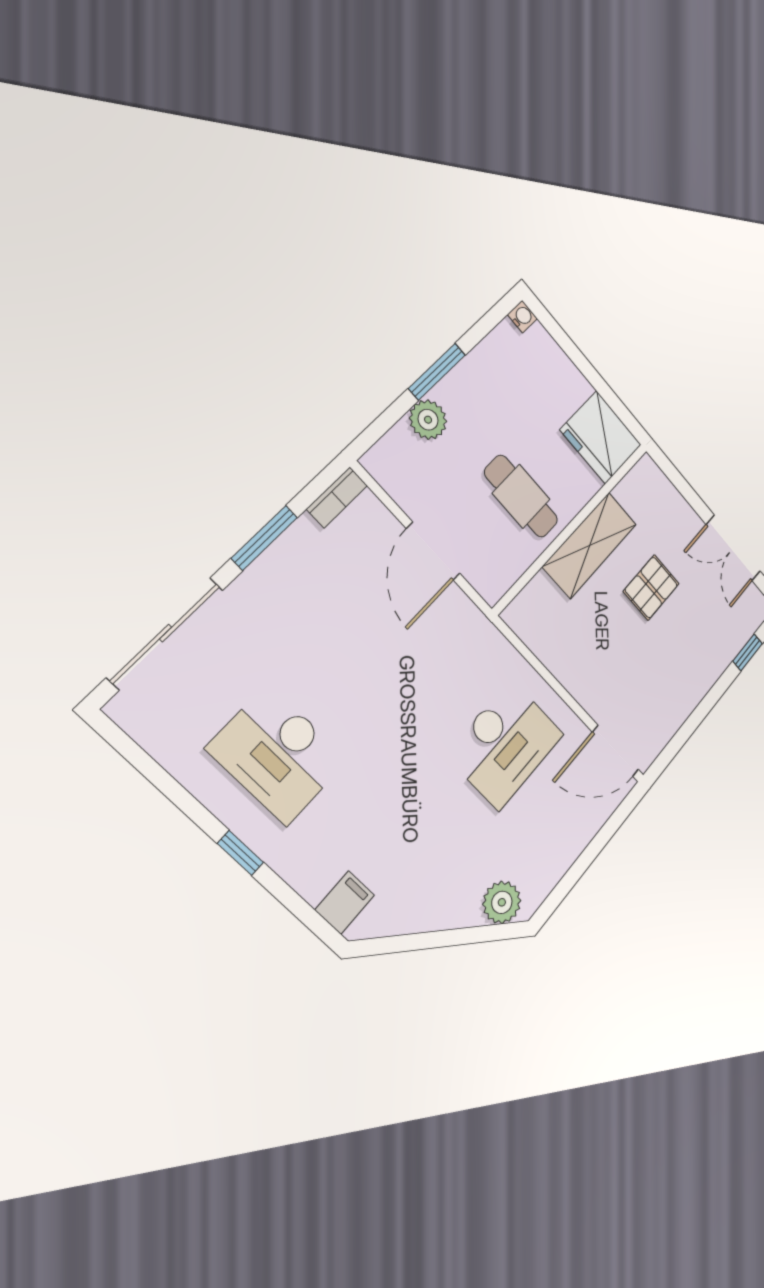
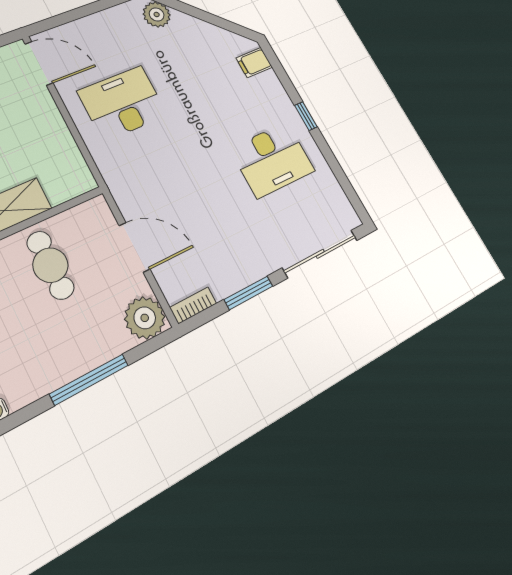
window: (437, 372) -> (89, 379), width x1.44
plant: (428, 420) -> (145, 318), moved, width x1.36, depth x1.36
door: (433, 551) -> (134, 247), hinge flipped
desk: (278, 754) -> (272, 160), turned 90

